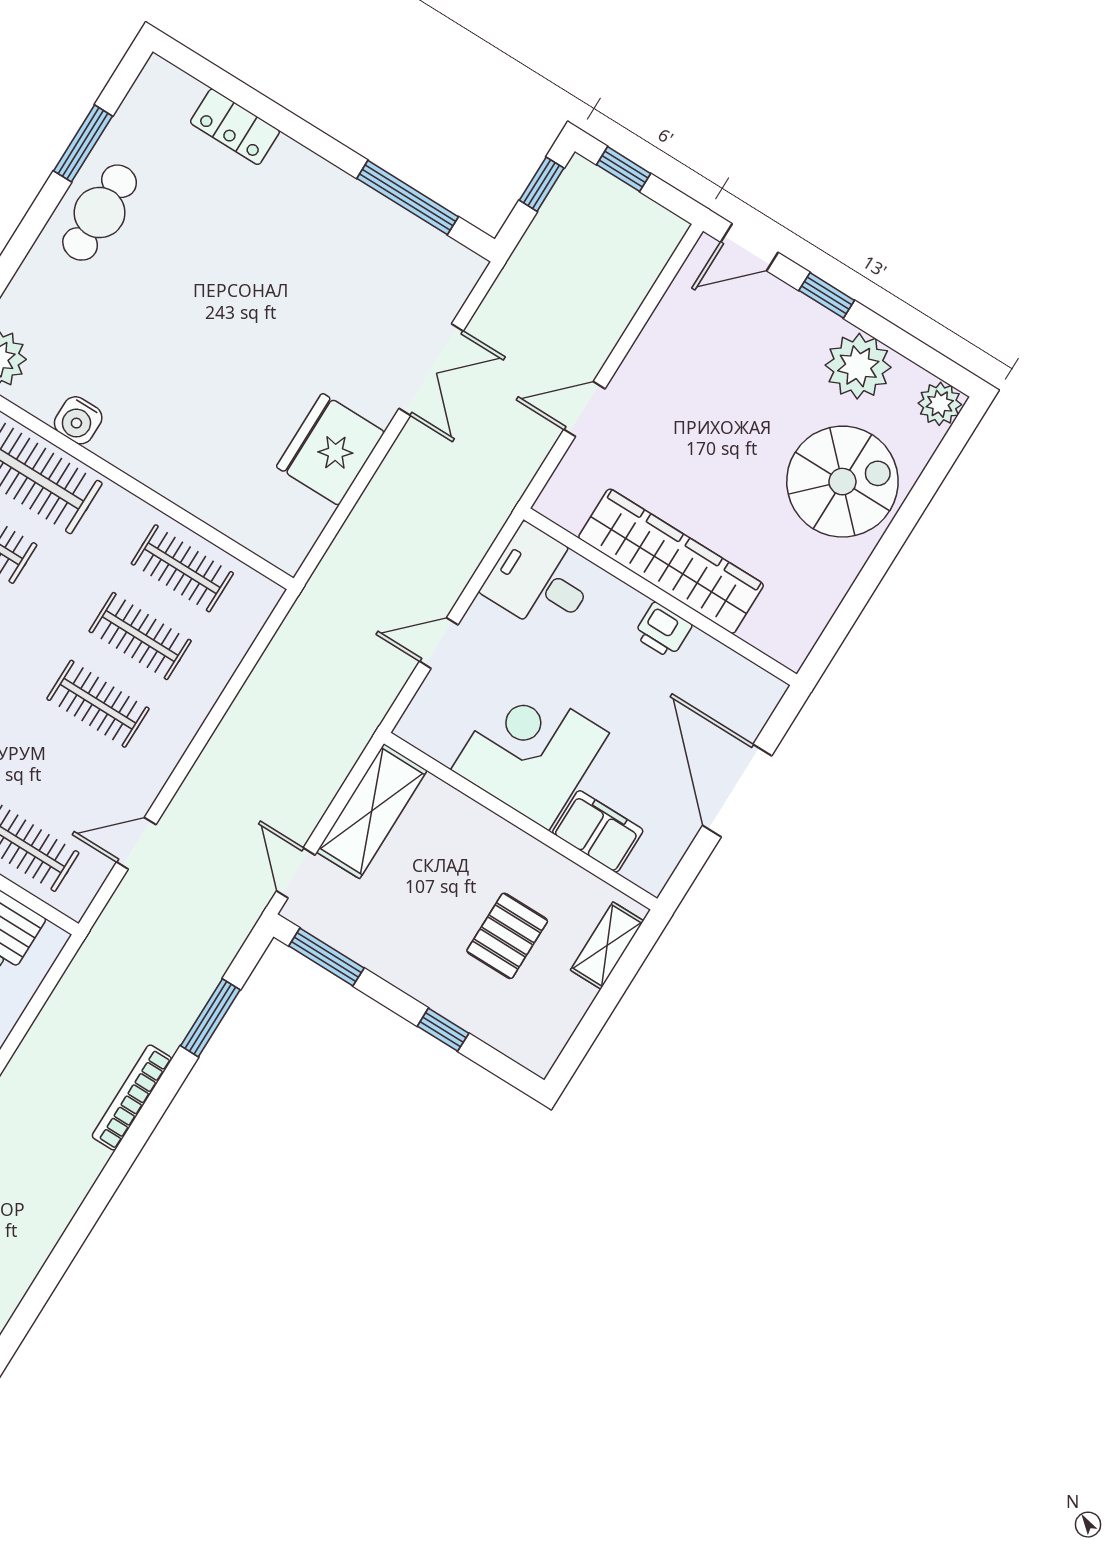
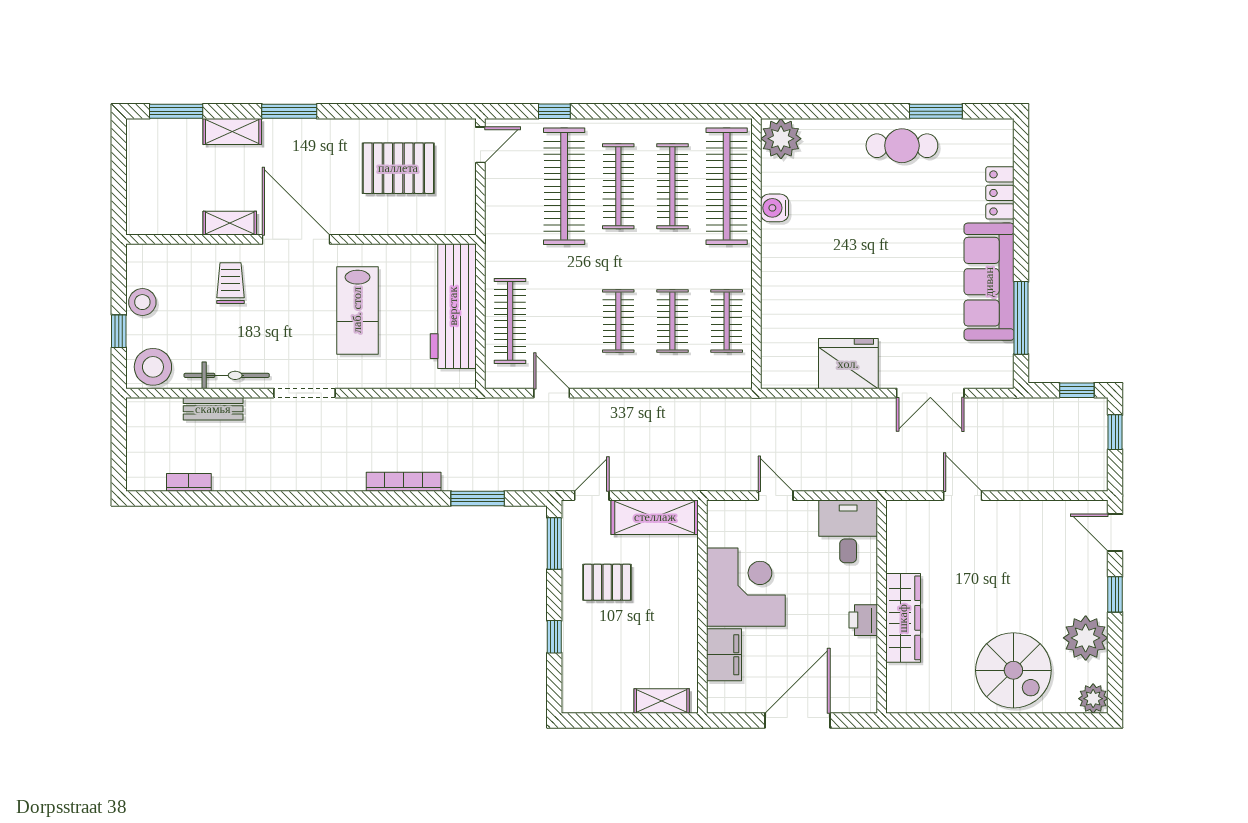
sofa: (337, 210) -> (989, 282), added
wardrobe: (671, 561) -> (903, 618), width x0.71, depth x0.85
pallet: (507, 936) -> (607, 582), moved

